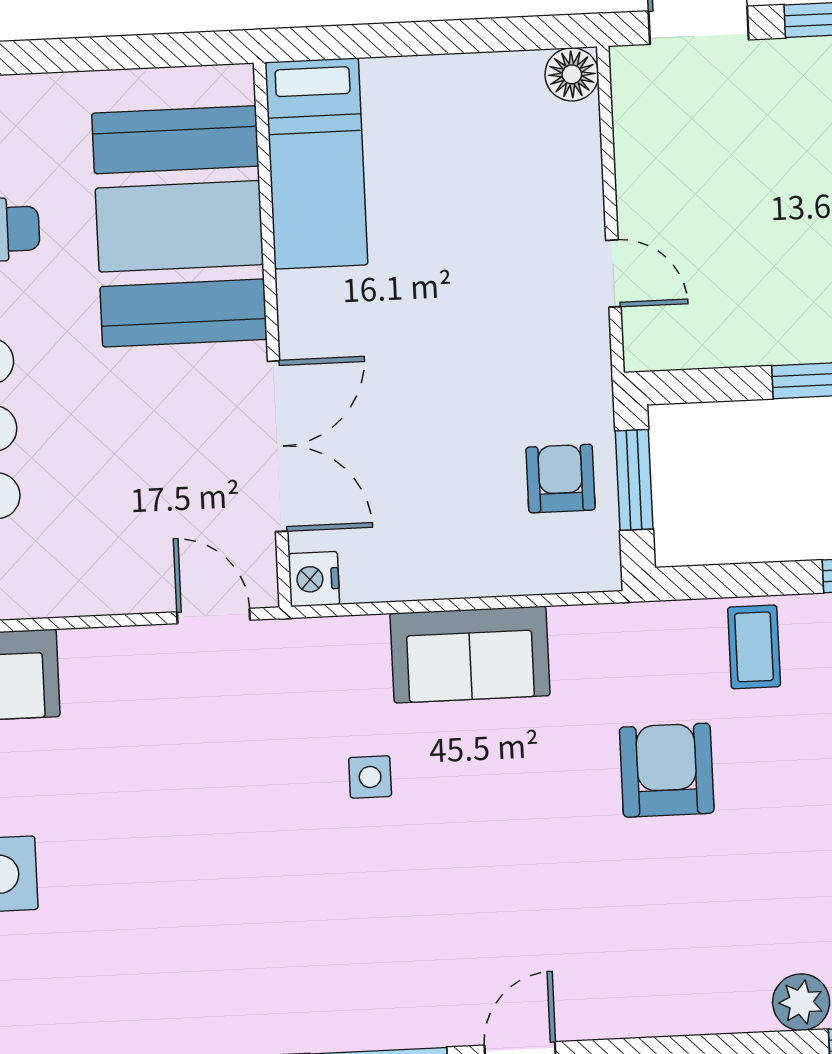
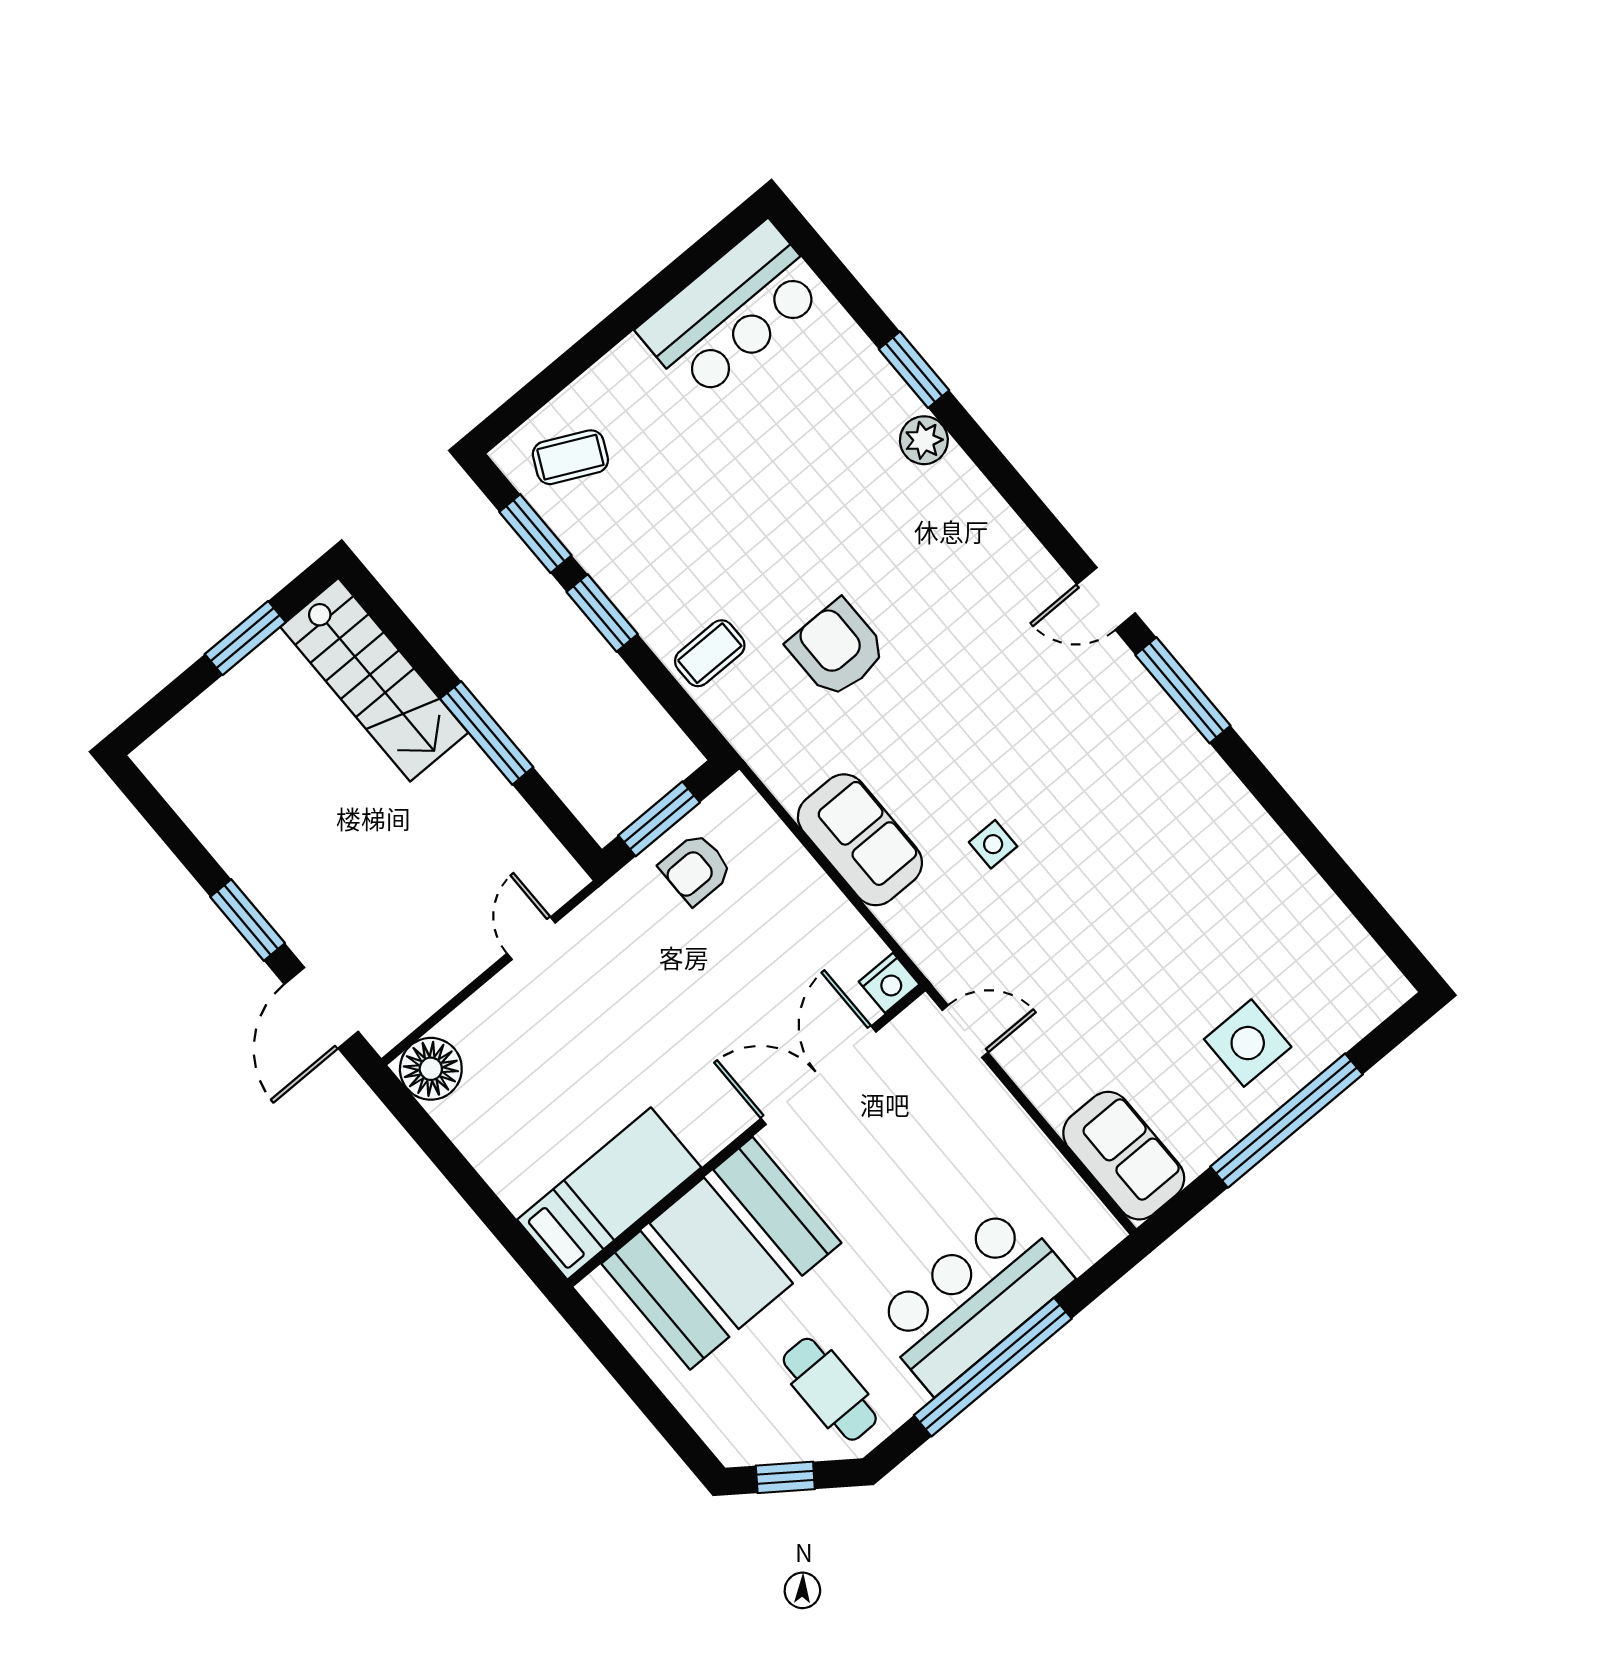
floor lamp: (572, 74) -> (431, 1069), width x1.38, depth x1.38
door: (214, 616) -> (965, 1031), swing flipped
armchair: (667, 770) -> (837, 649), turned 90

